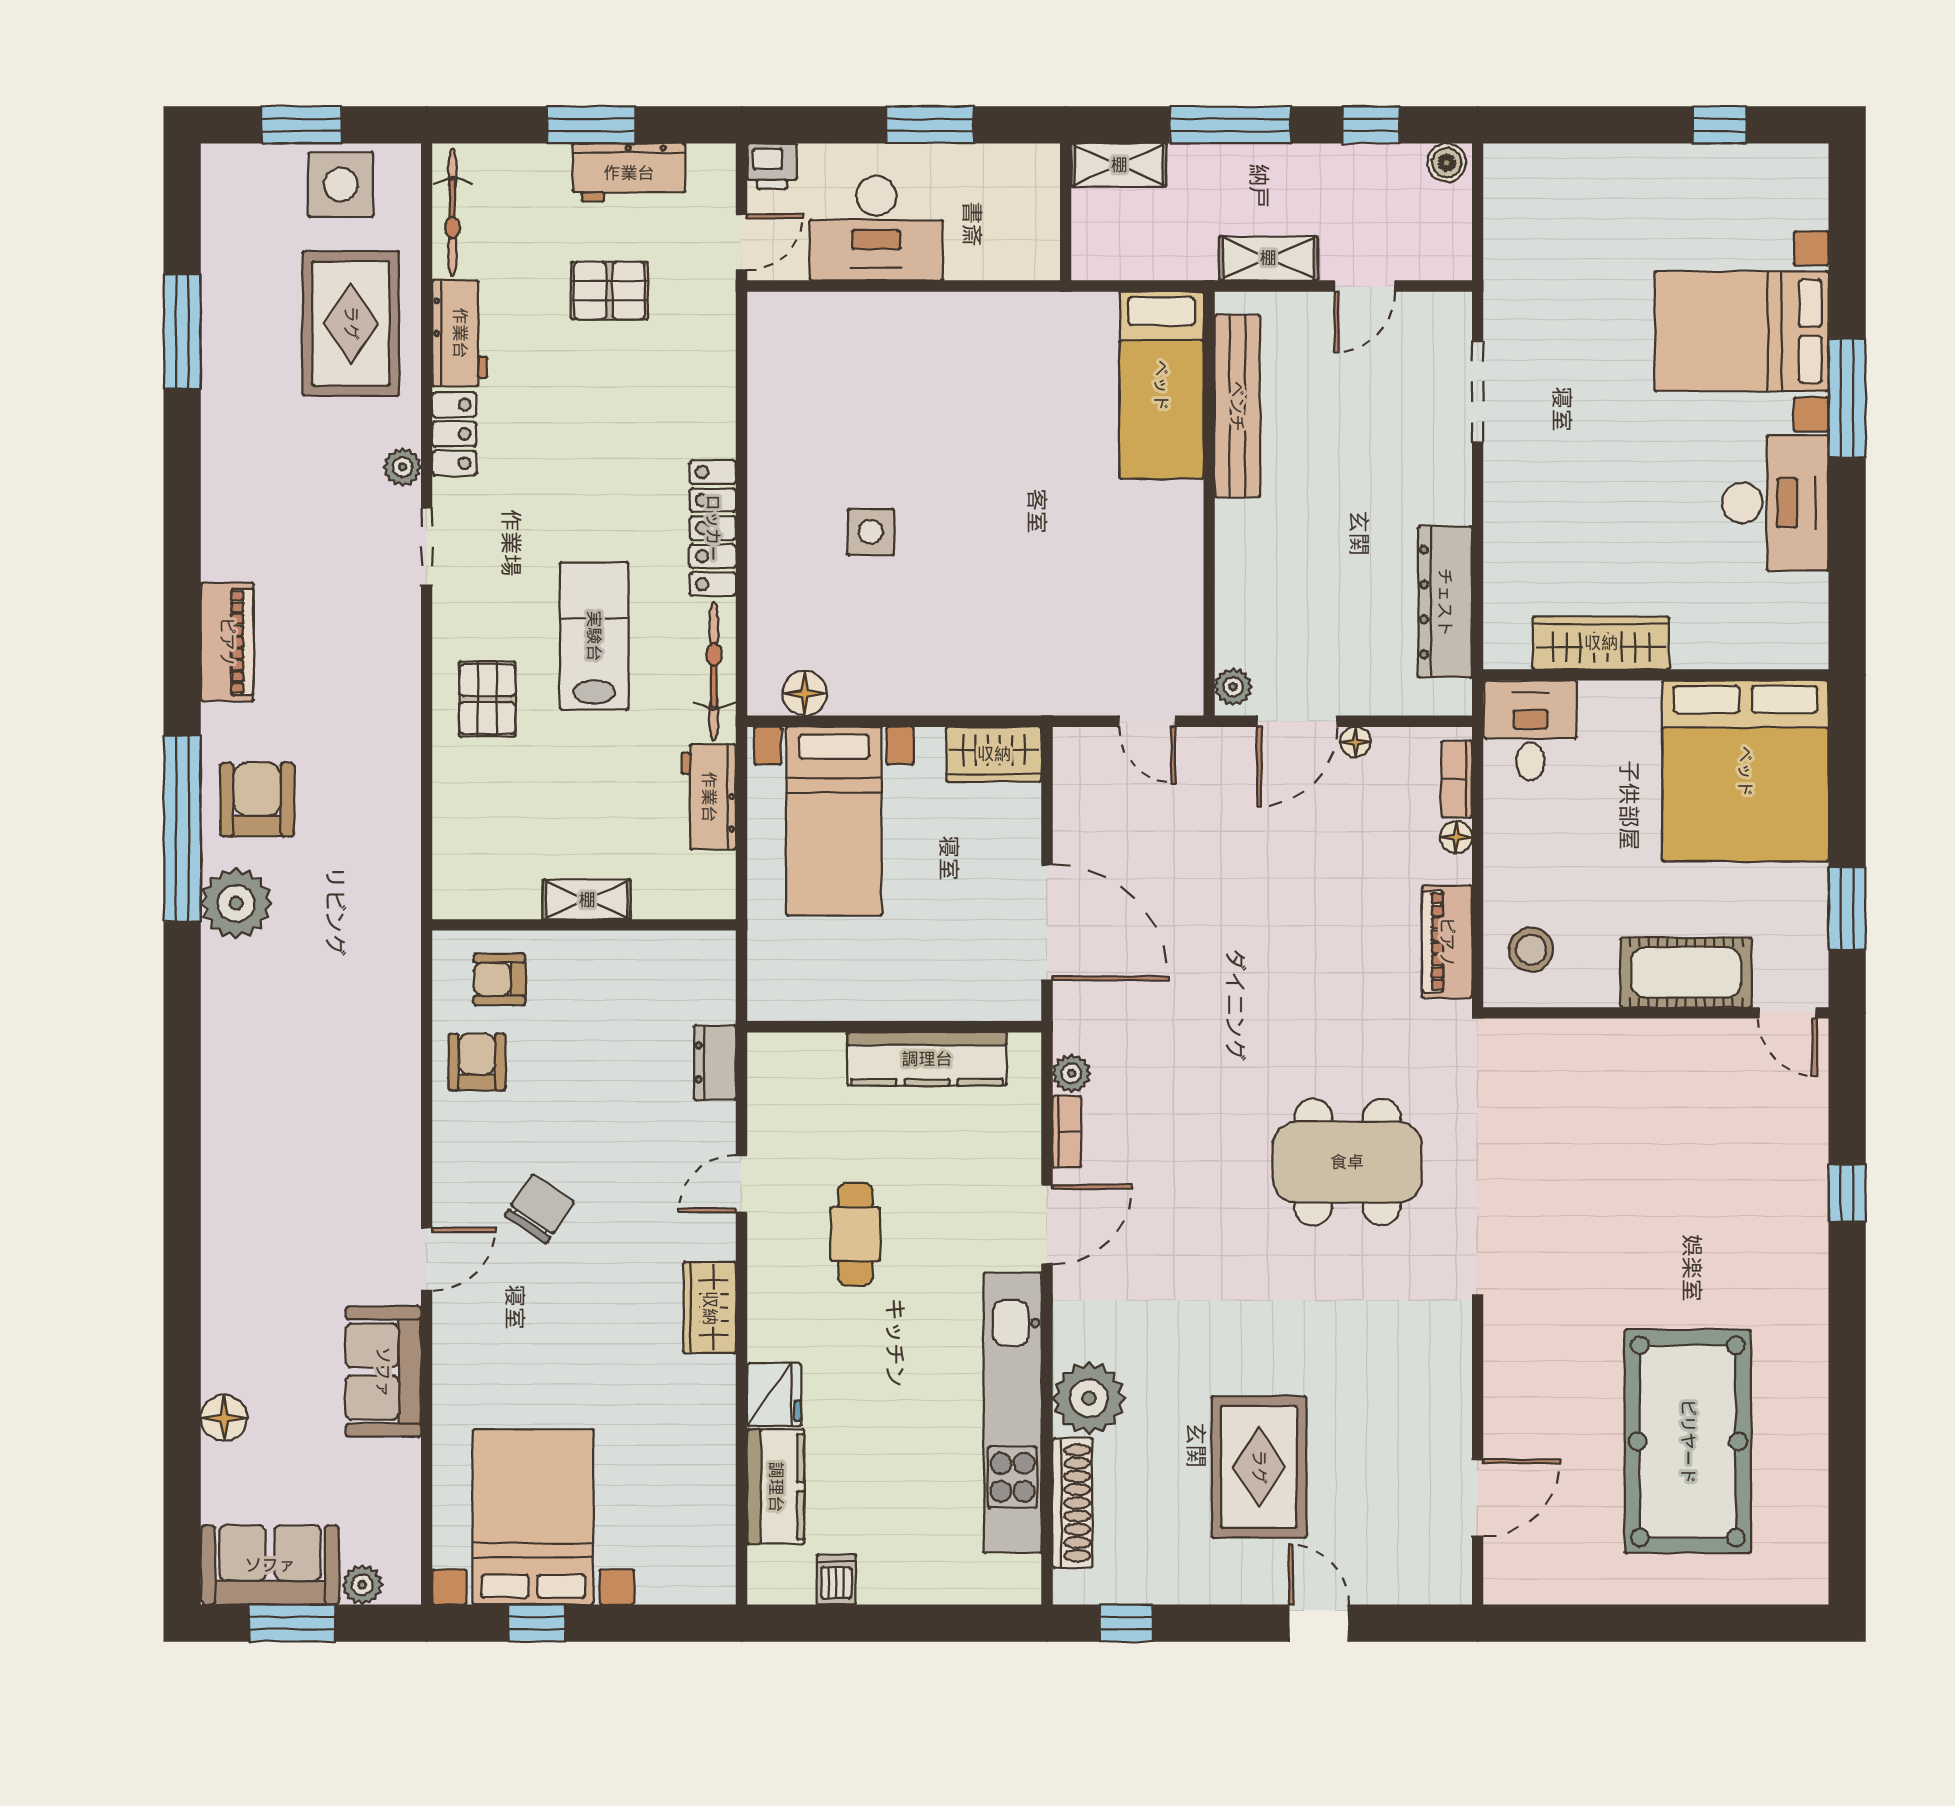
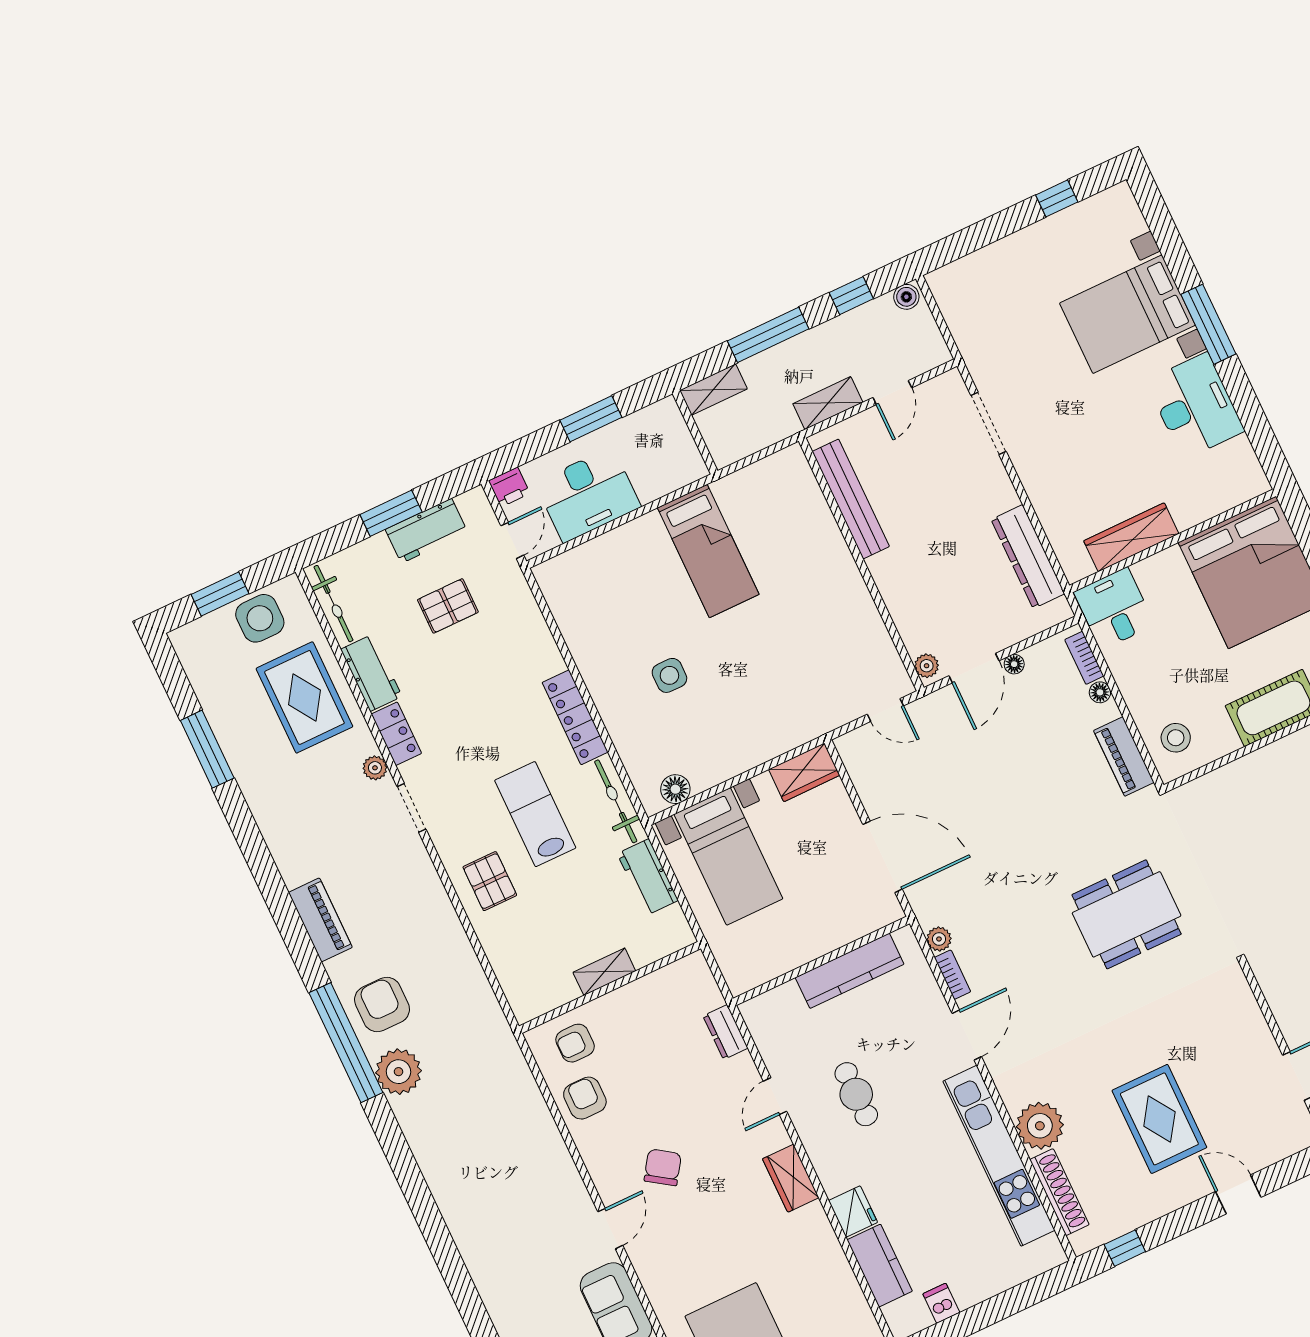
bed: (1161, 385) -> (708, 551), moved

